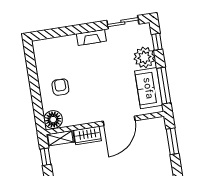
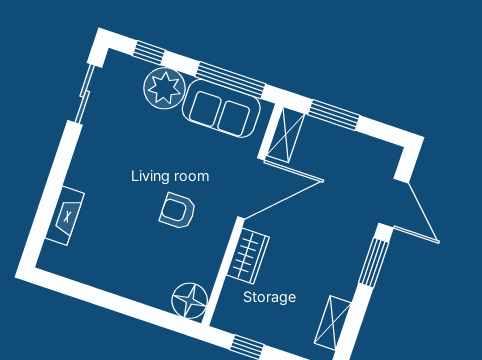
fireplace: (91, 37) -> (65, 216), moved
armchair: (60, 87) -> (178, 211), moved
door: (119, 121) -> (251, 188), hinge flipped
shelving: (60, 138) -> (286, 135), moved

